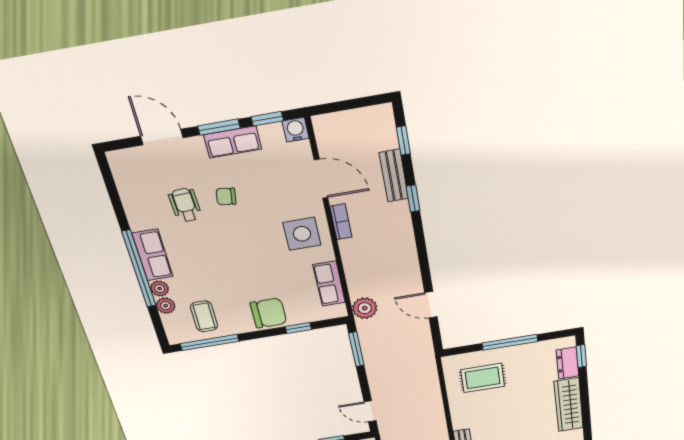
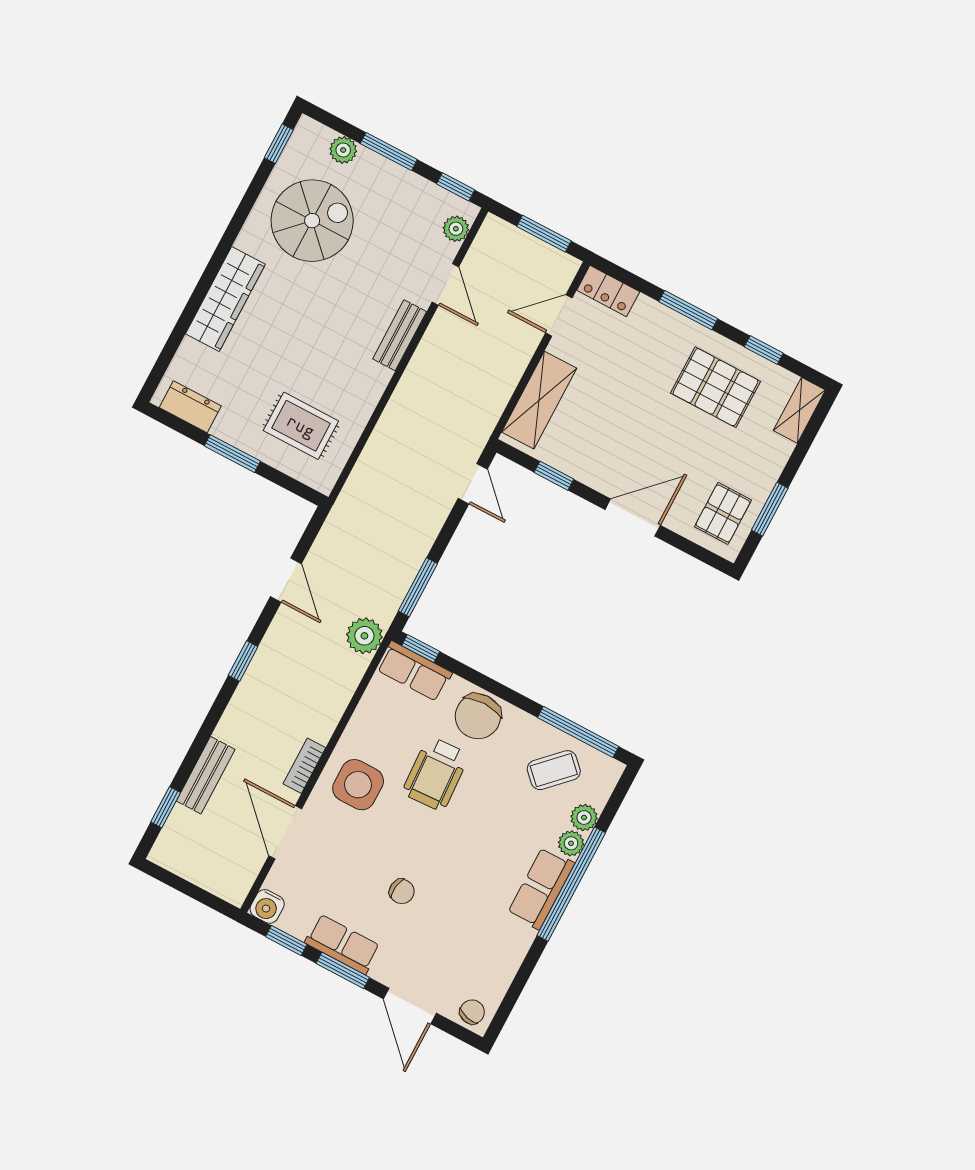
chair: (124, 161) -> (472, 1012), added
window: (413, 198) -> (243, 661), moved
wheelchair: (185, 205) -> (436, 774), moved, width x1.36, depth x1.37
row of seats: (329, 284) -> (414, 671), moved, turned 90
chair: (268, 313) -> (478, 716), turned -90
coffee table: (204, 316) -> (554, 770), turned 45
window: (298, 328) -> (421, 649), moved
window: (510, 342) -> (232, 454), width x0.69
window: (581, 356) -> (162, 365), removed
dresser: (567, 363) -> (190, 407), moved, turned -90

